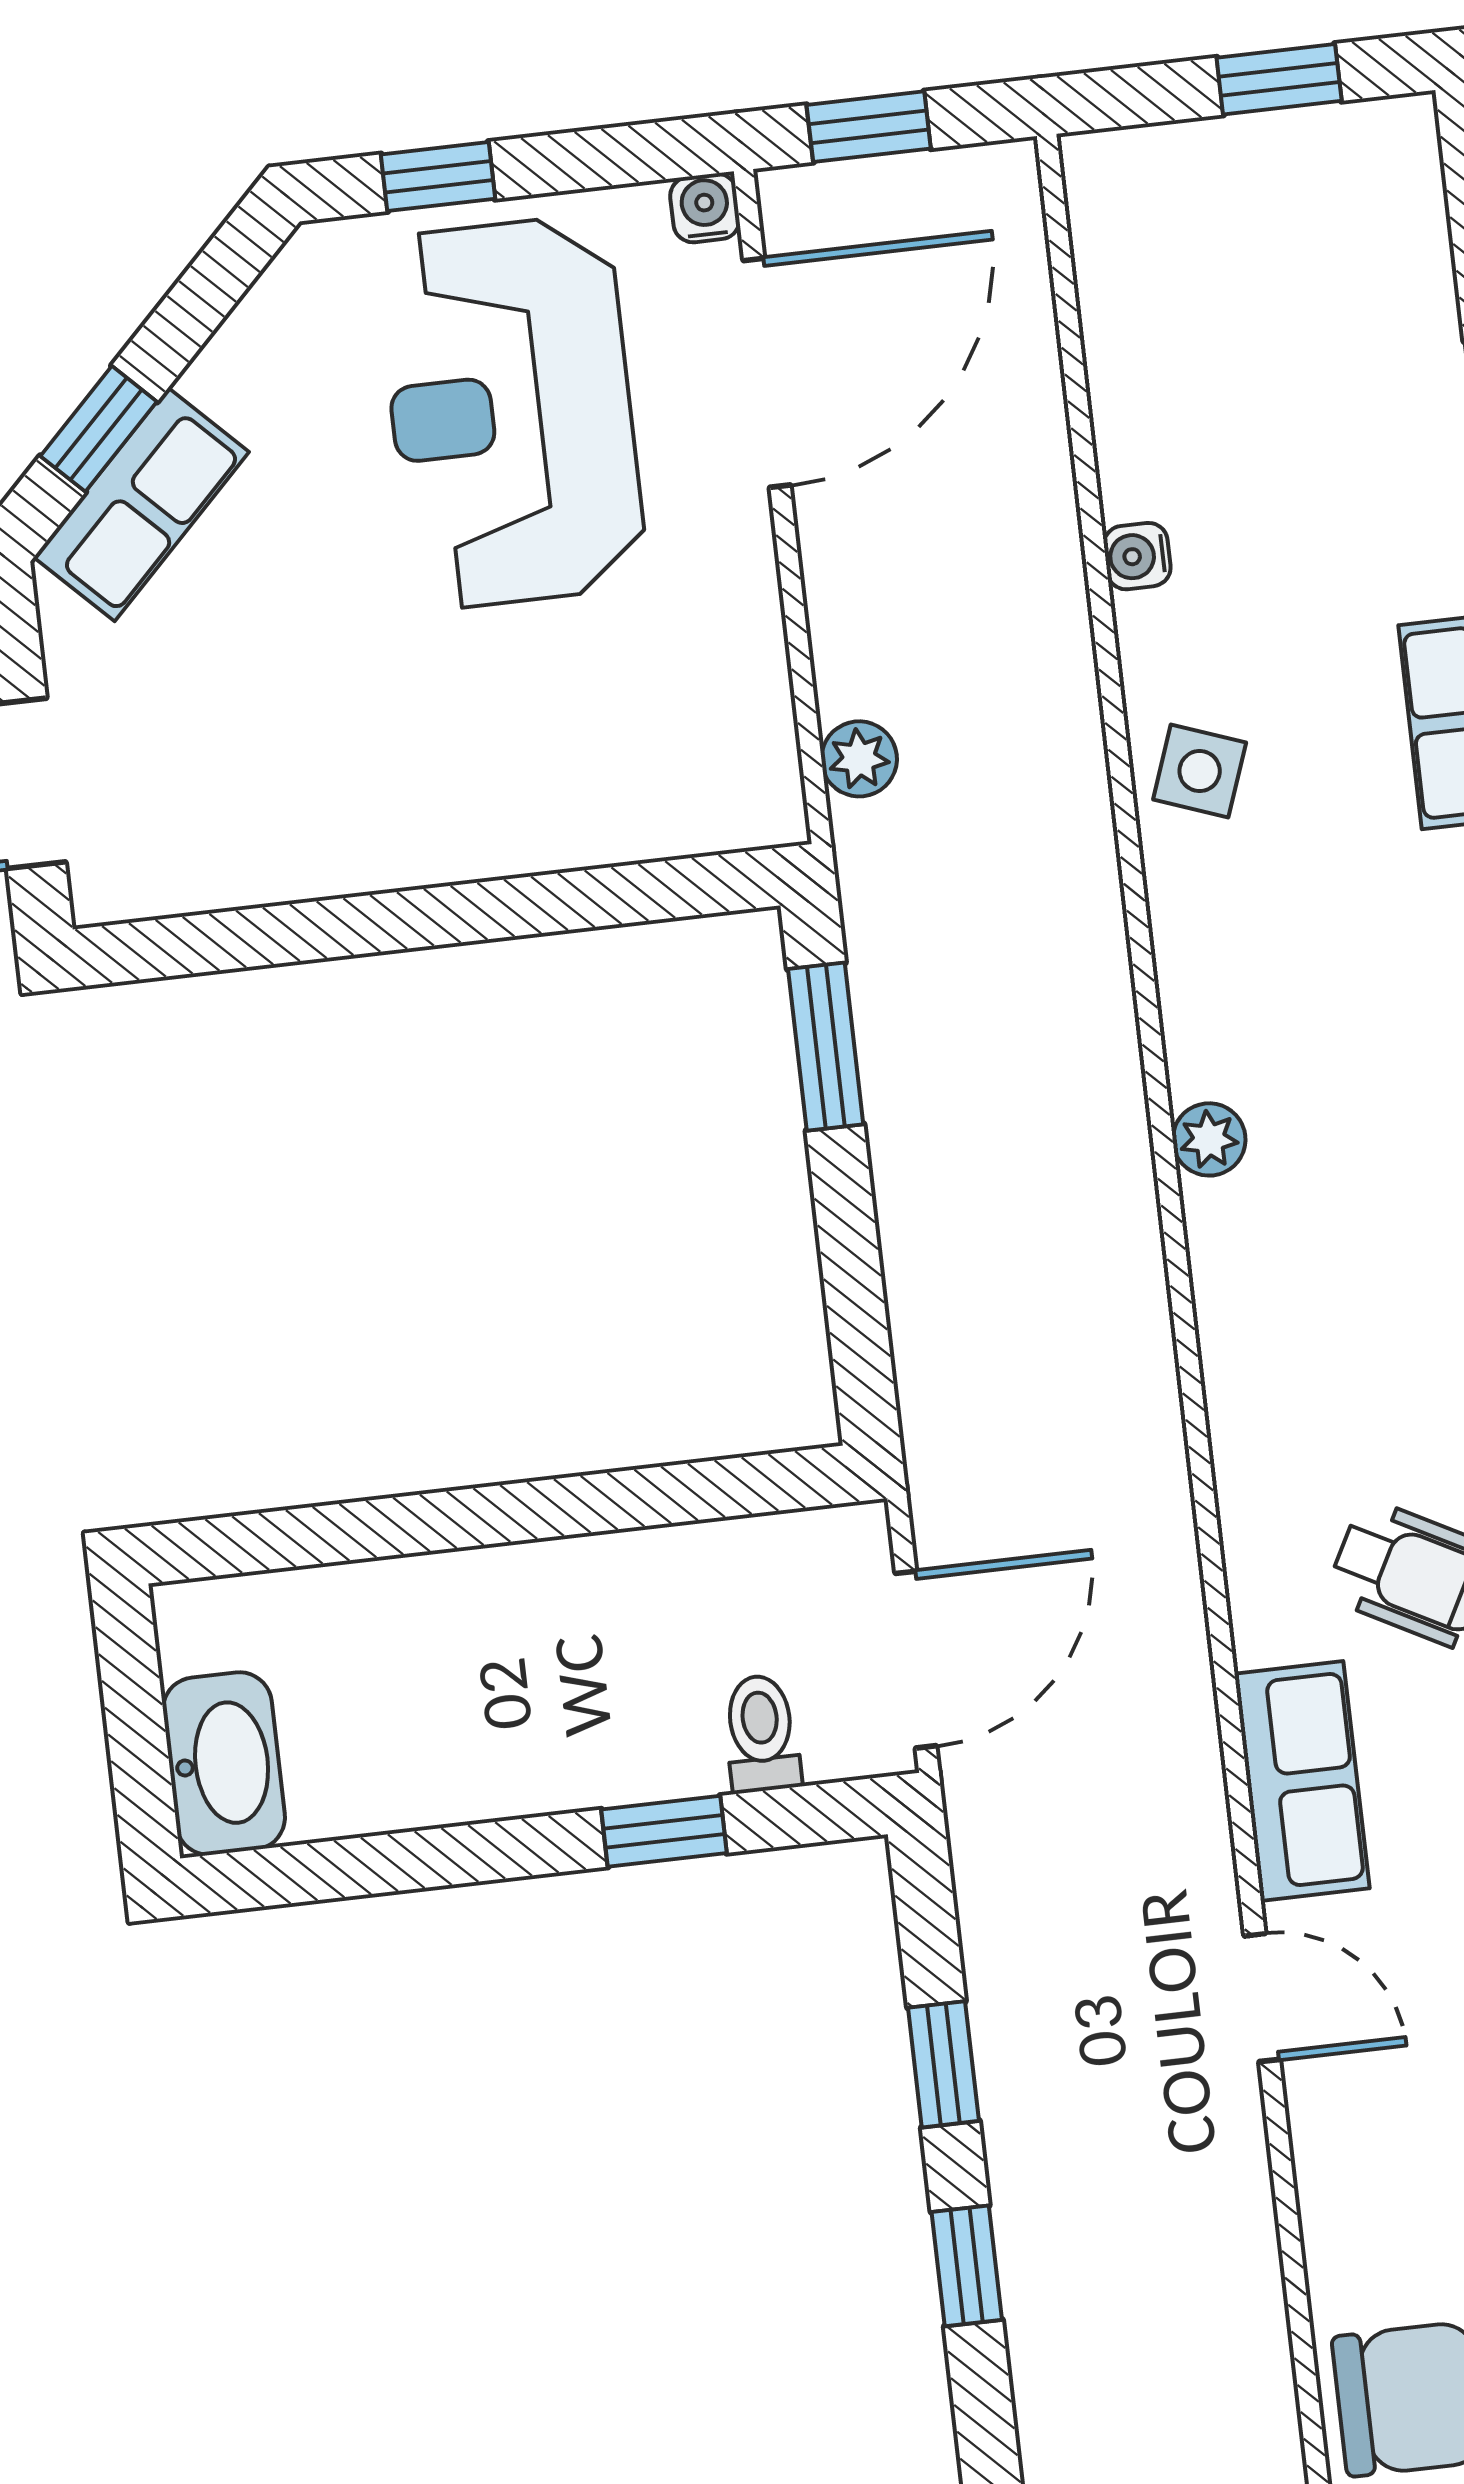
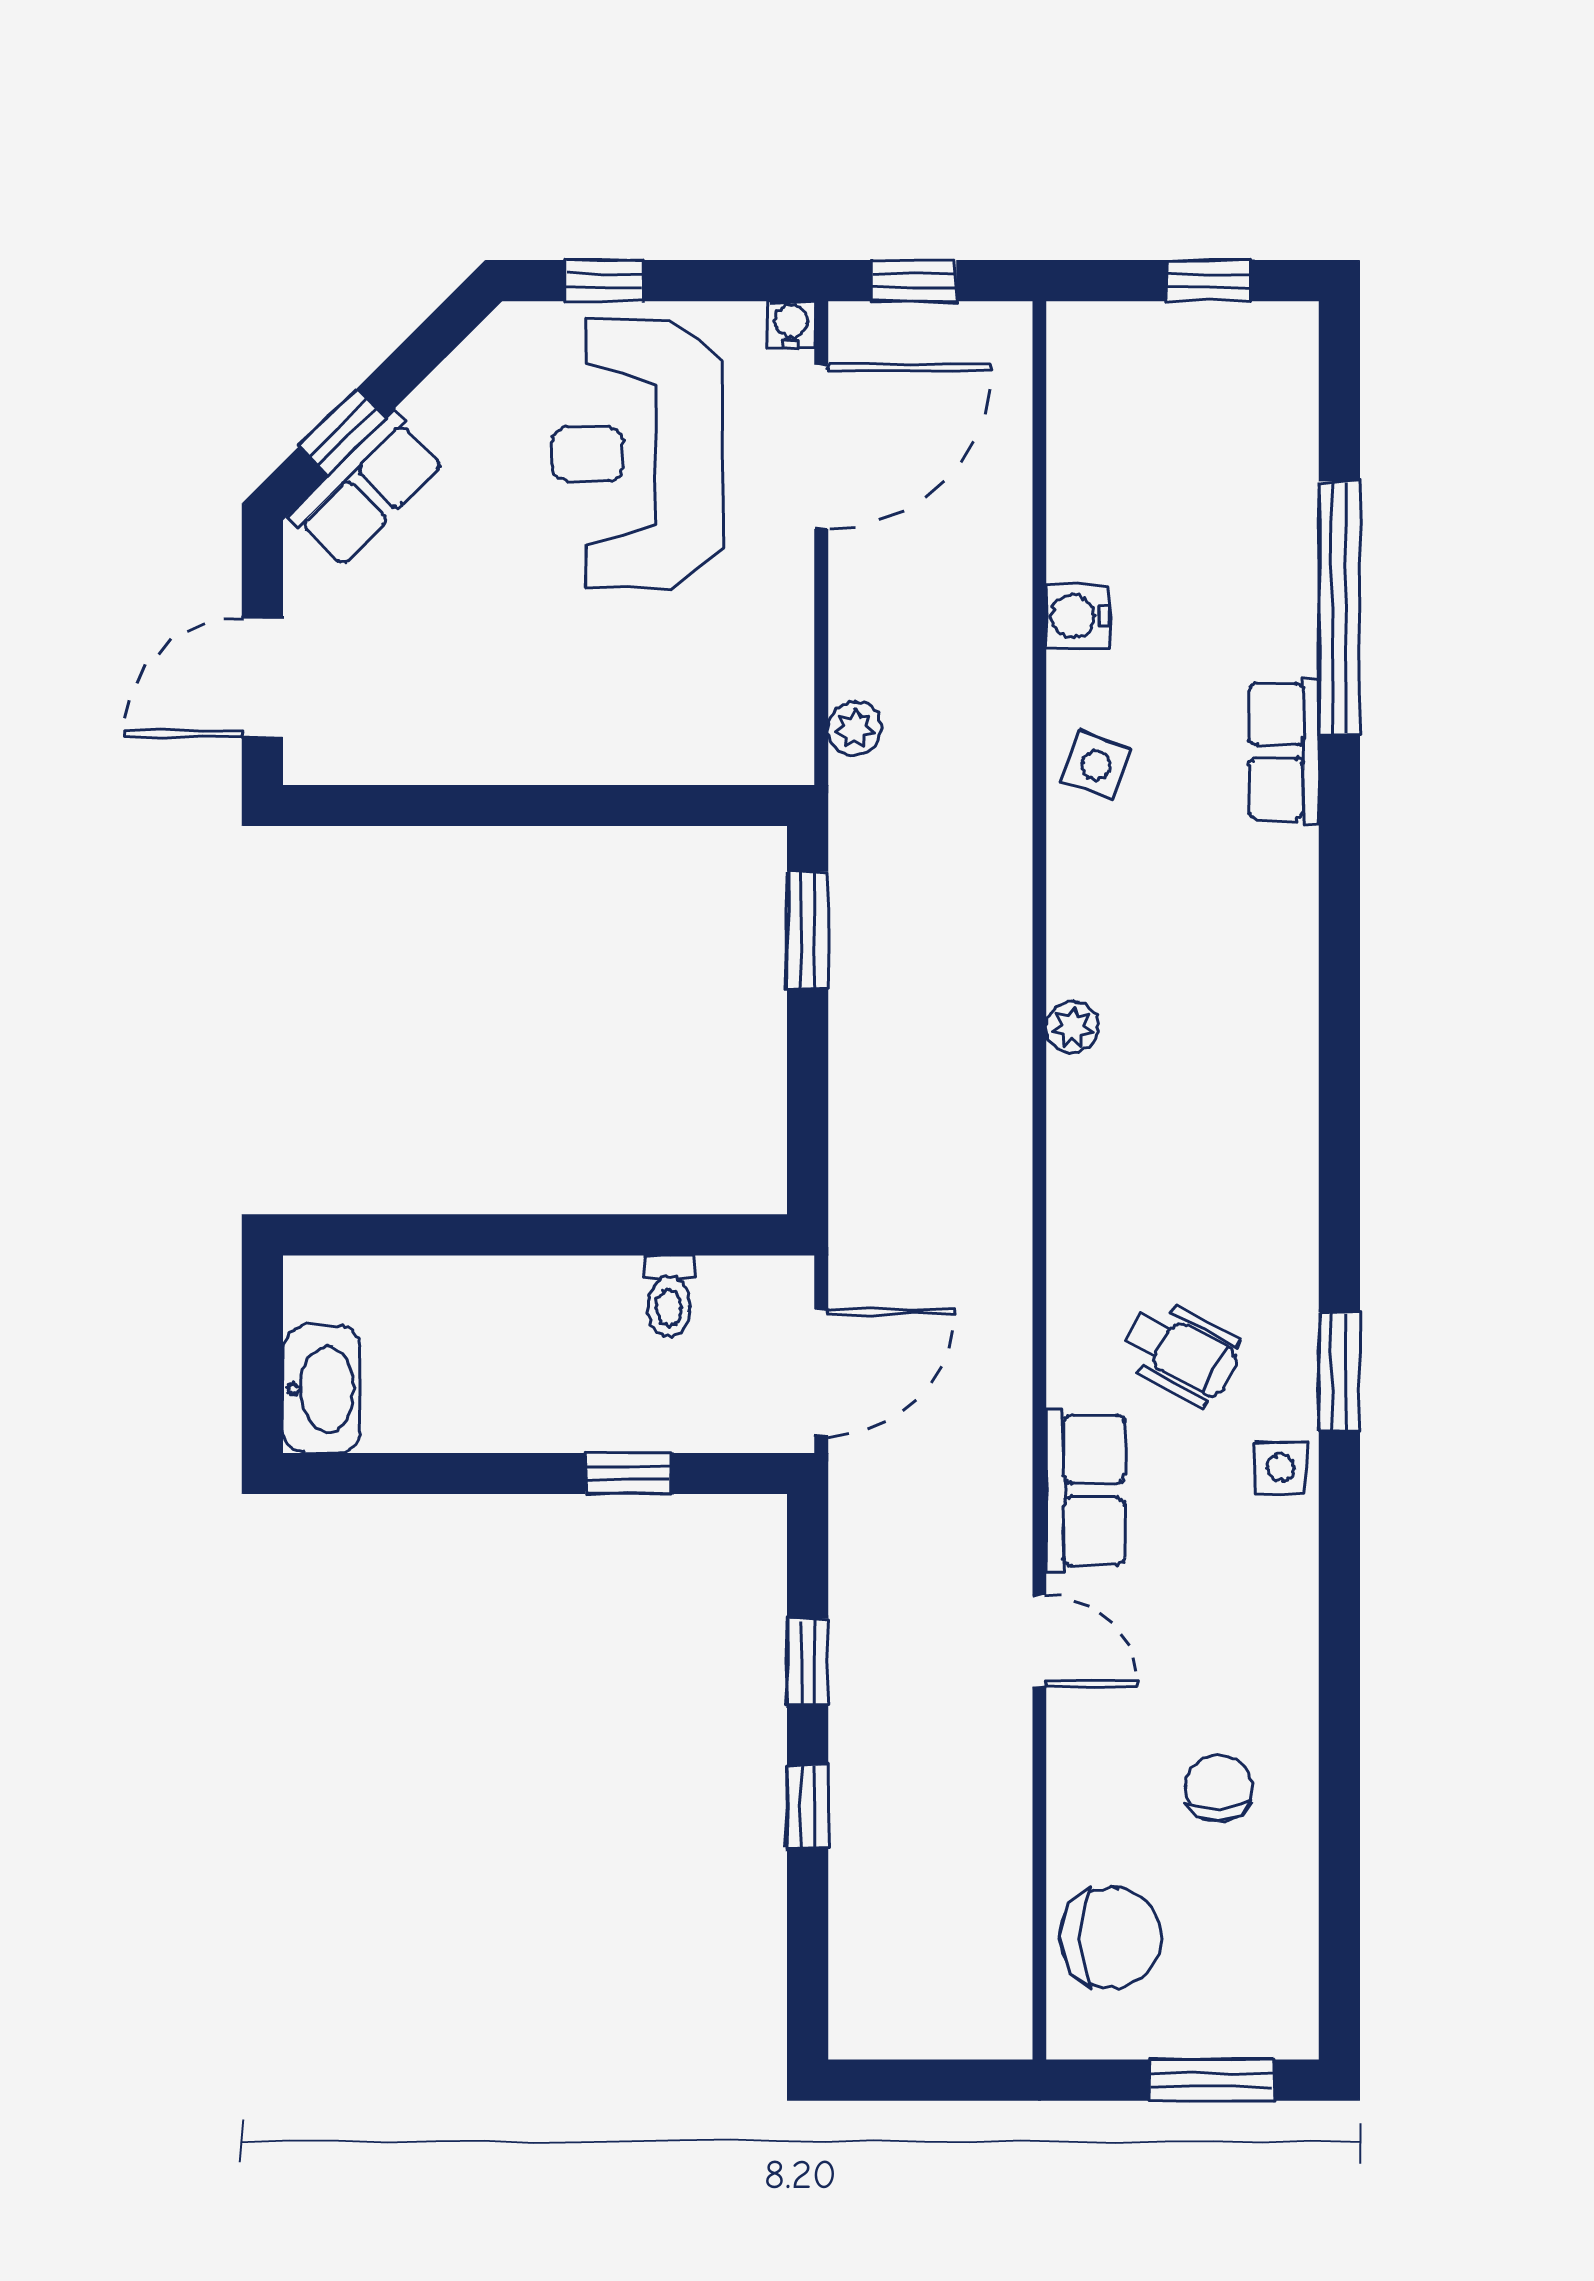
water cooler: (1137, 556) -> (1078, 616), width x1.38, depth x1.38
toilet: (761, 1734) -> (669, 1296), moved, turned 180

